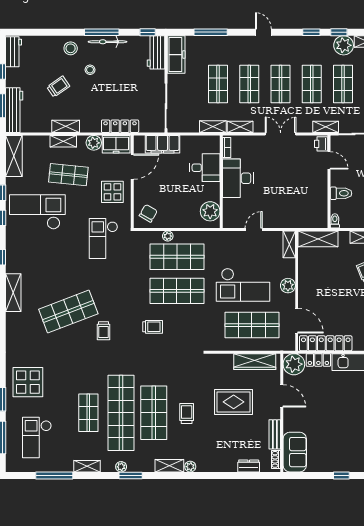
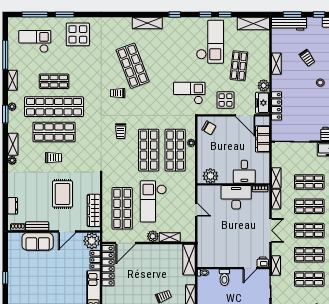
shelving: (63, 141) -> (265, 62), removed
shelving: (289, 244) -> (170, 237), moved
sofa: (295, 452) -> (38, 242), moved

